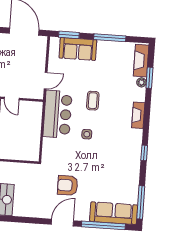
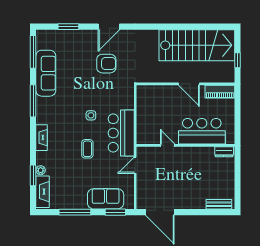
window: (144, 153) -> (33, 101), width x2.17
sofa: (114, 213) -> (46, 73), moved, turned -90
window: (103, 225) -> (68, 27), width x0.47

